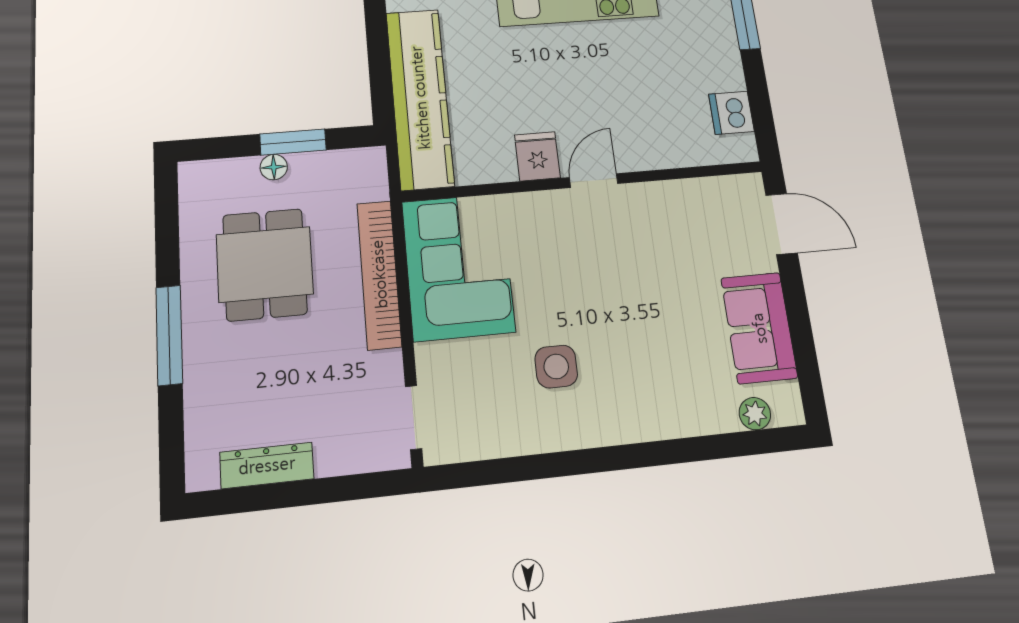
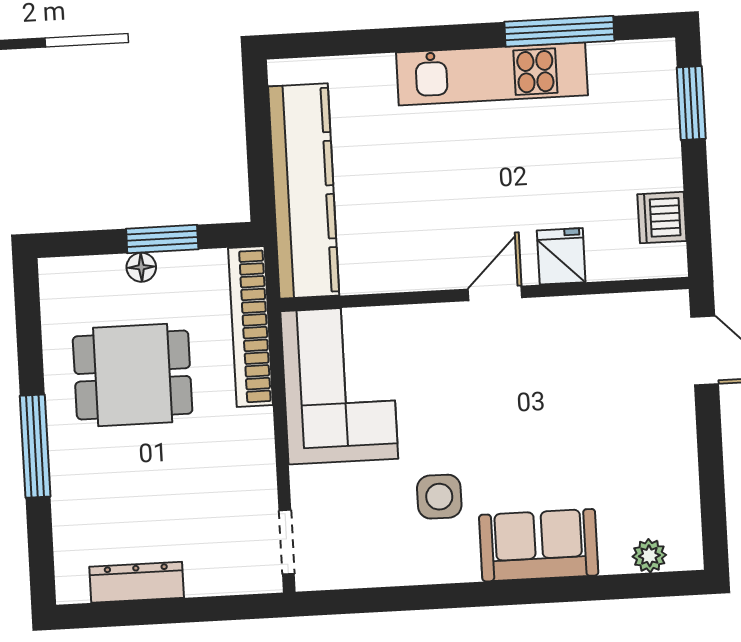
fridge: (537, 156) -> (561, 256), moved
dining table: (265, 264) -> (133, 375), turned 90
bookcase: (379, 274) -> (251, 326), moved
sofa: (759, 328) -> (539, 545), moved, turned 90

